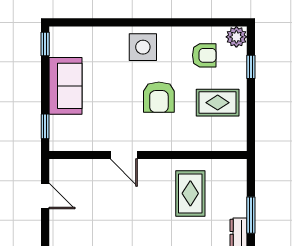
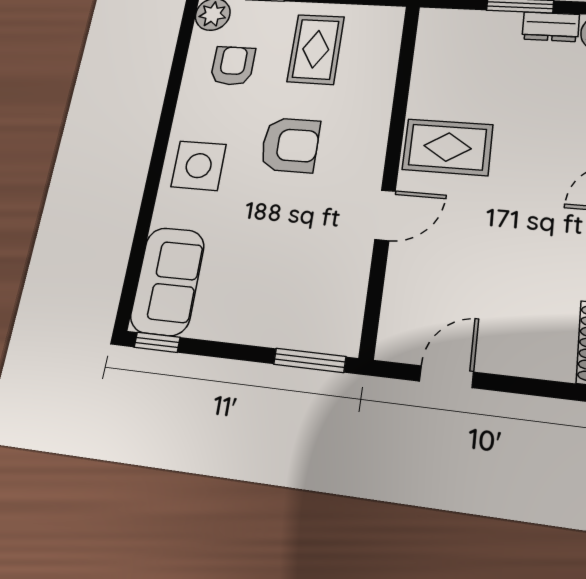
sofa: (65, 86) -> (168, 281), moved, turned 90
window: (45, 126) -> (310, 360), width x1.50
rug: (190, 193) -> (447, 147), moved

